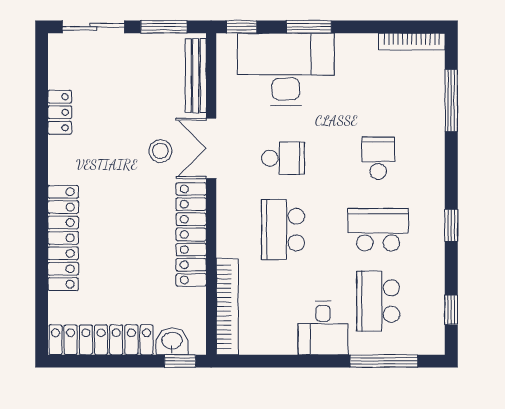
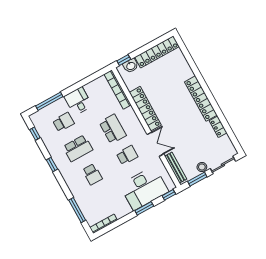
stool: (160, 151) -> (202, 167), moved
school desk: (283, 158) -> (127, 155), turned 180
locker: (63, 238) -> (201, 98), moved
school desk: (378, 301) -> (63, 122), width x0.54

